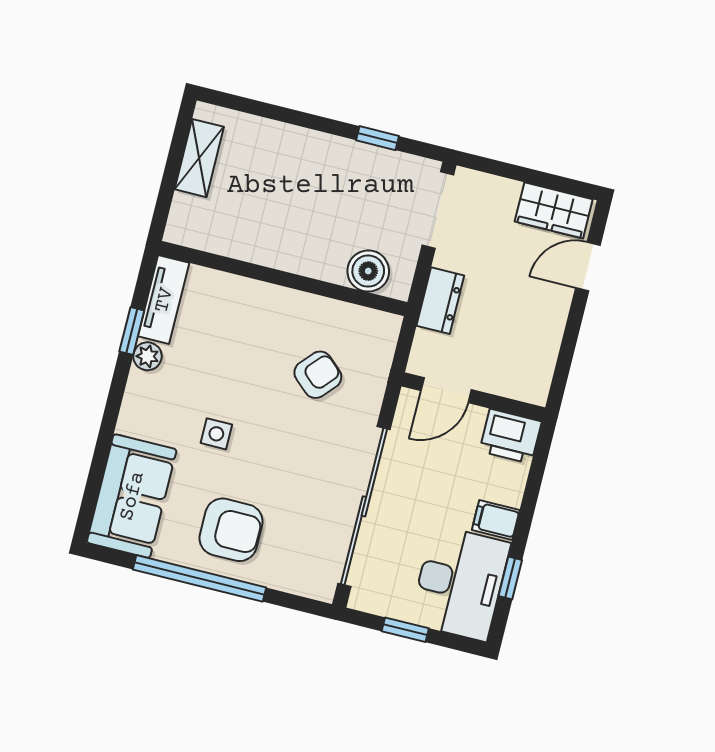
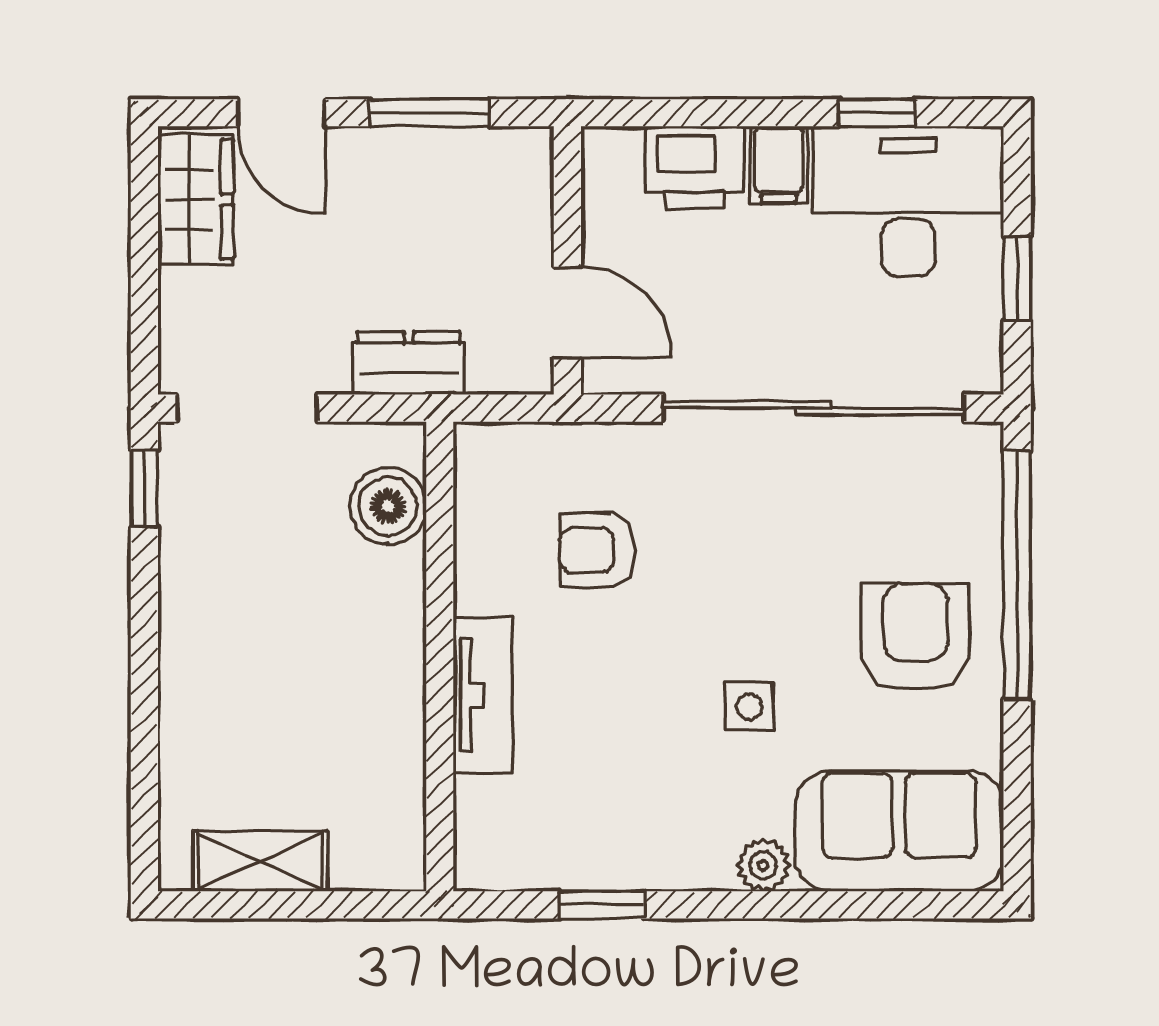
window: (378, 138) -> (144, 488), moved
tv unit: (164, 300) -> (483, 695), moved, turned 90
window: (569, 344) -> (429, 113), added
plant: (147, 356) -> (763, 865), moved
armchair: (318, 375) -> (597, 550), turned -42
printer: (511, 436) -> (695, 167), moved, turned 90
window: (200, 578) -> (1017, 575), moved

